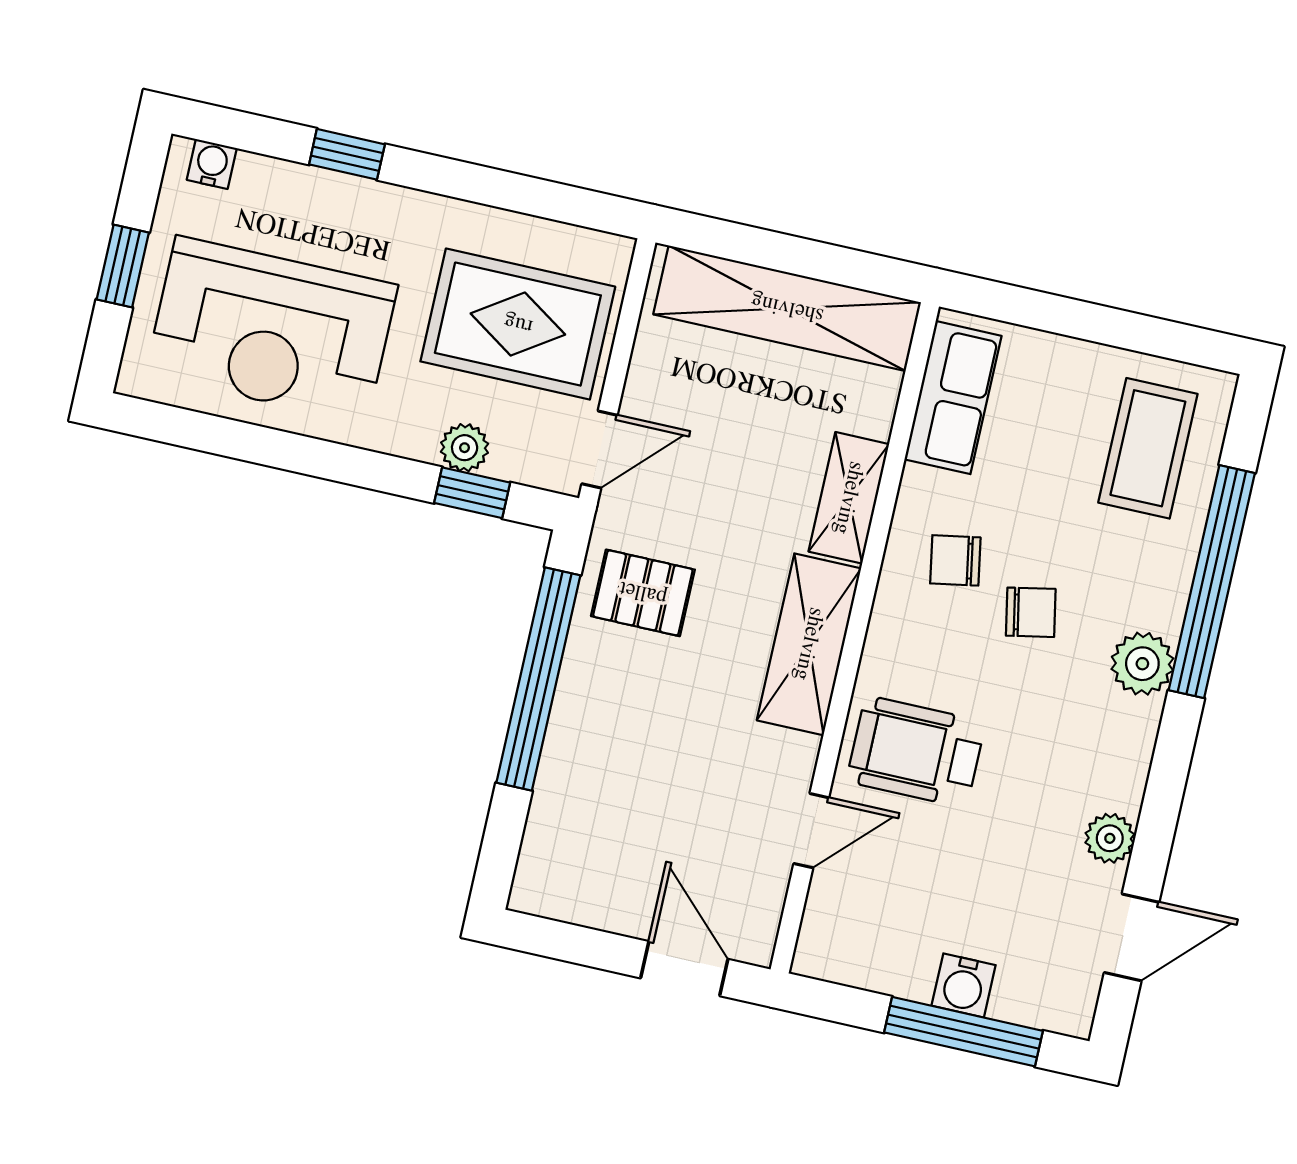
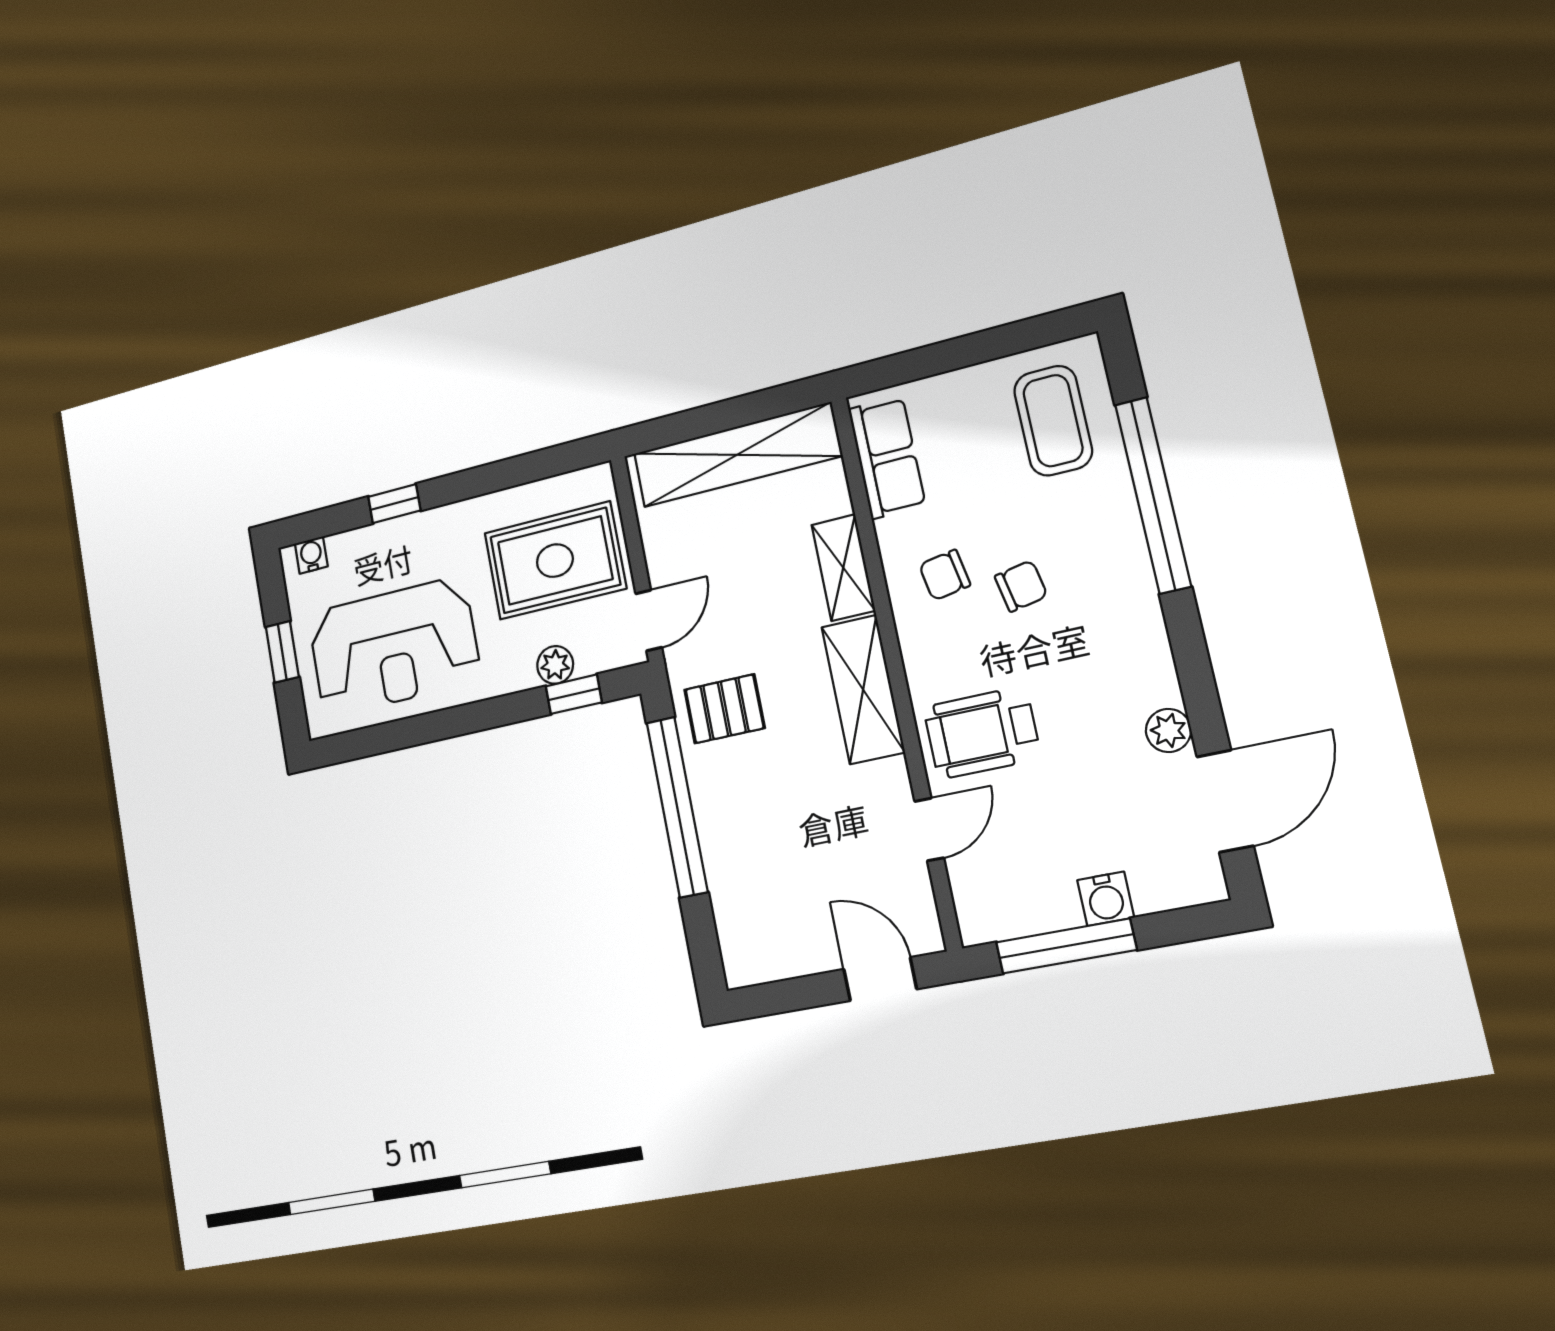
plant: (1142, 664) -> (1128, 583), removed
door: (1132, 937) -> (1225, 801), width x1.38
window: (964, 1032) -> (1066, 946), moved

